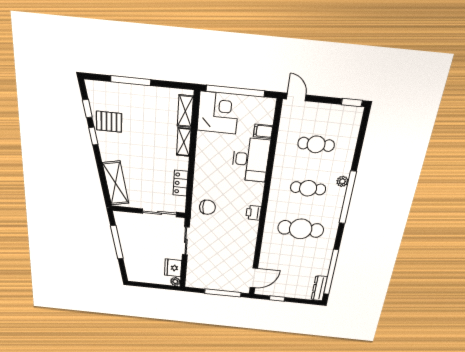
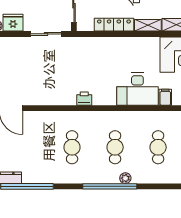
locker: (181, 183) -> (114, 25), width x1.53
chair: (207, 207) -> (85, 53), removed
cafe table: (301, 229) -> (72, 147), width x0.73, depth x0.74

